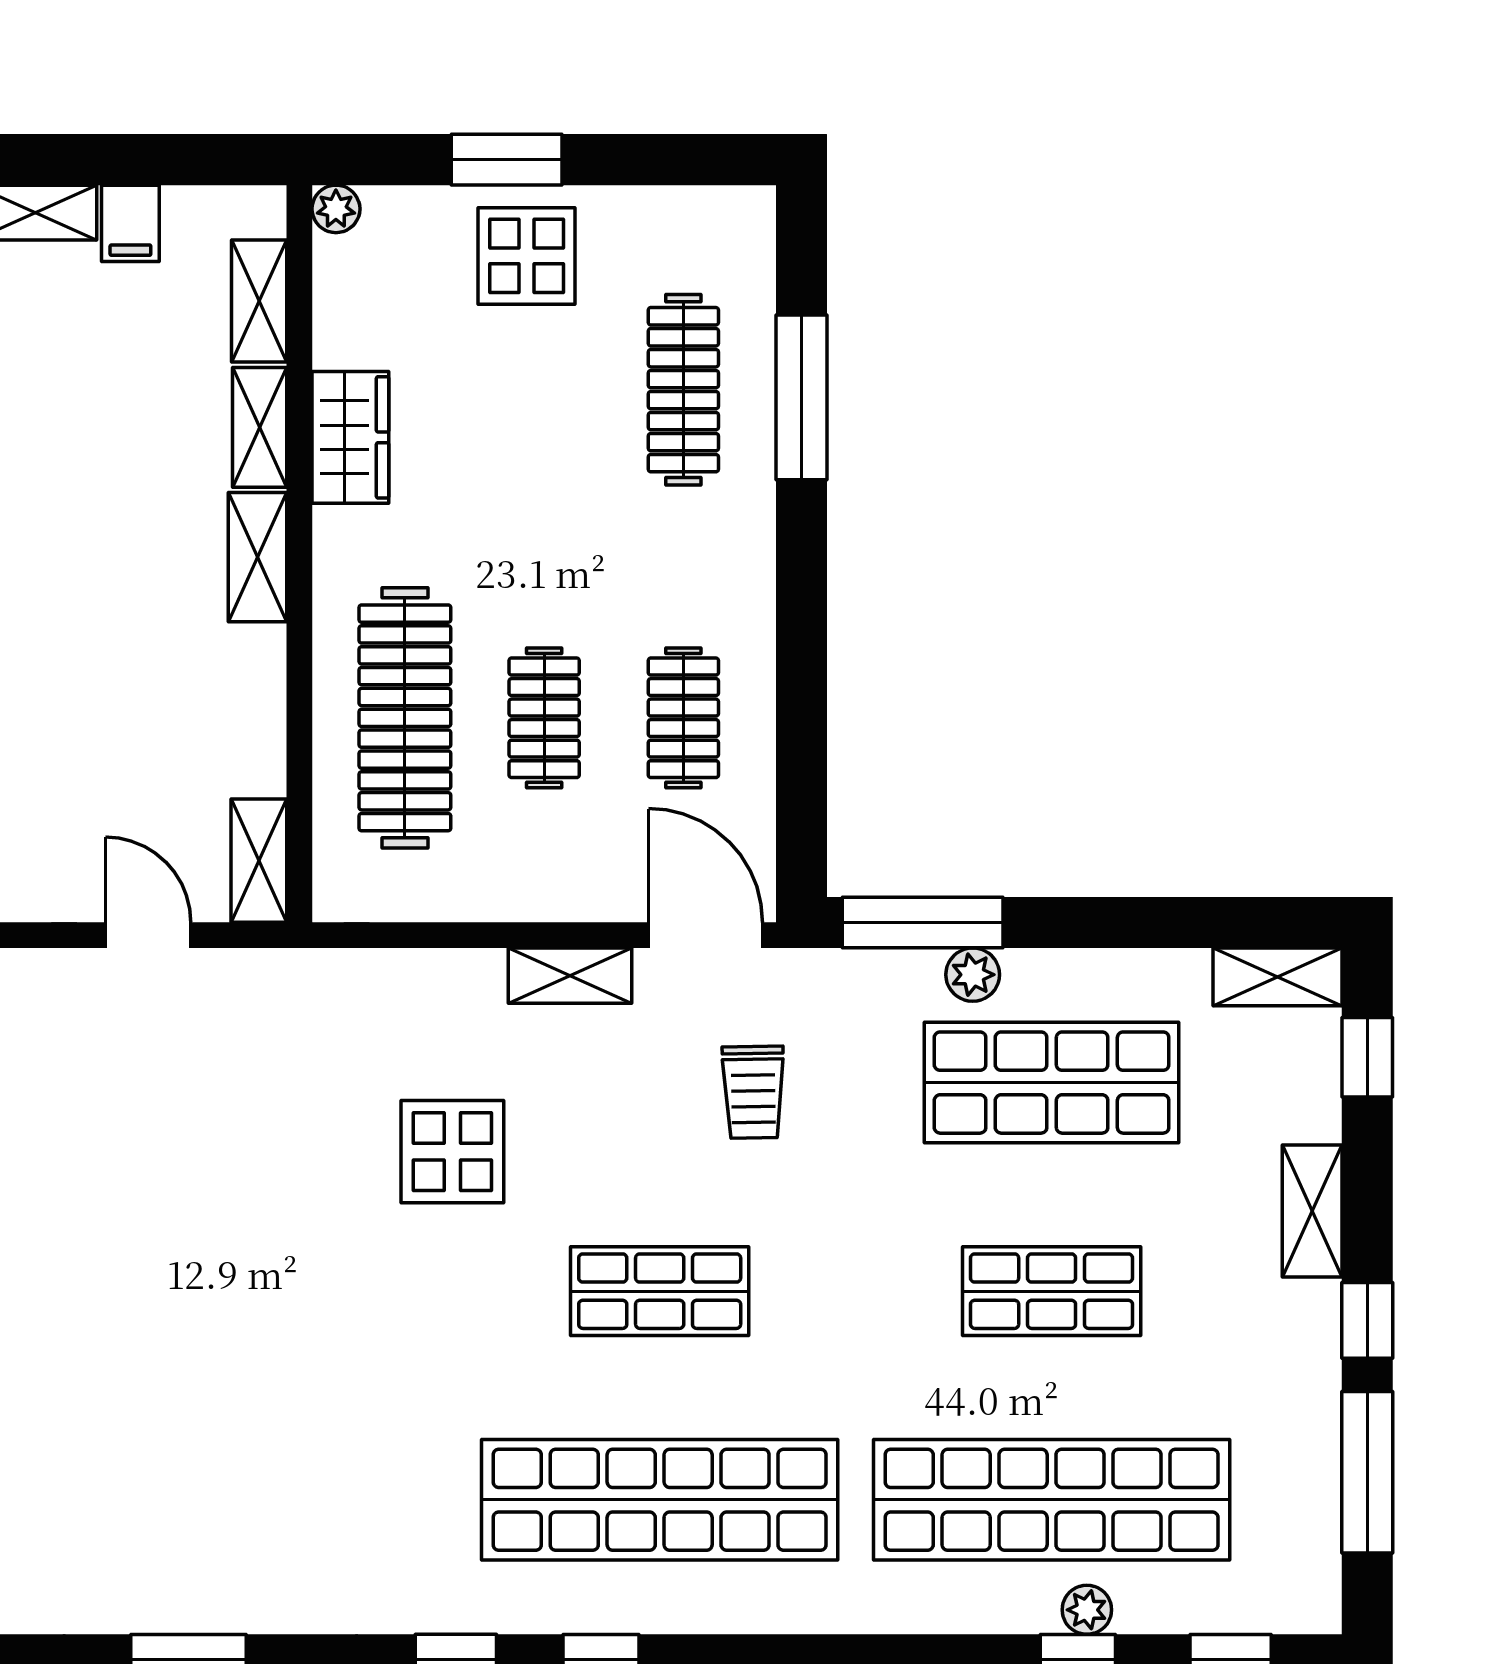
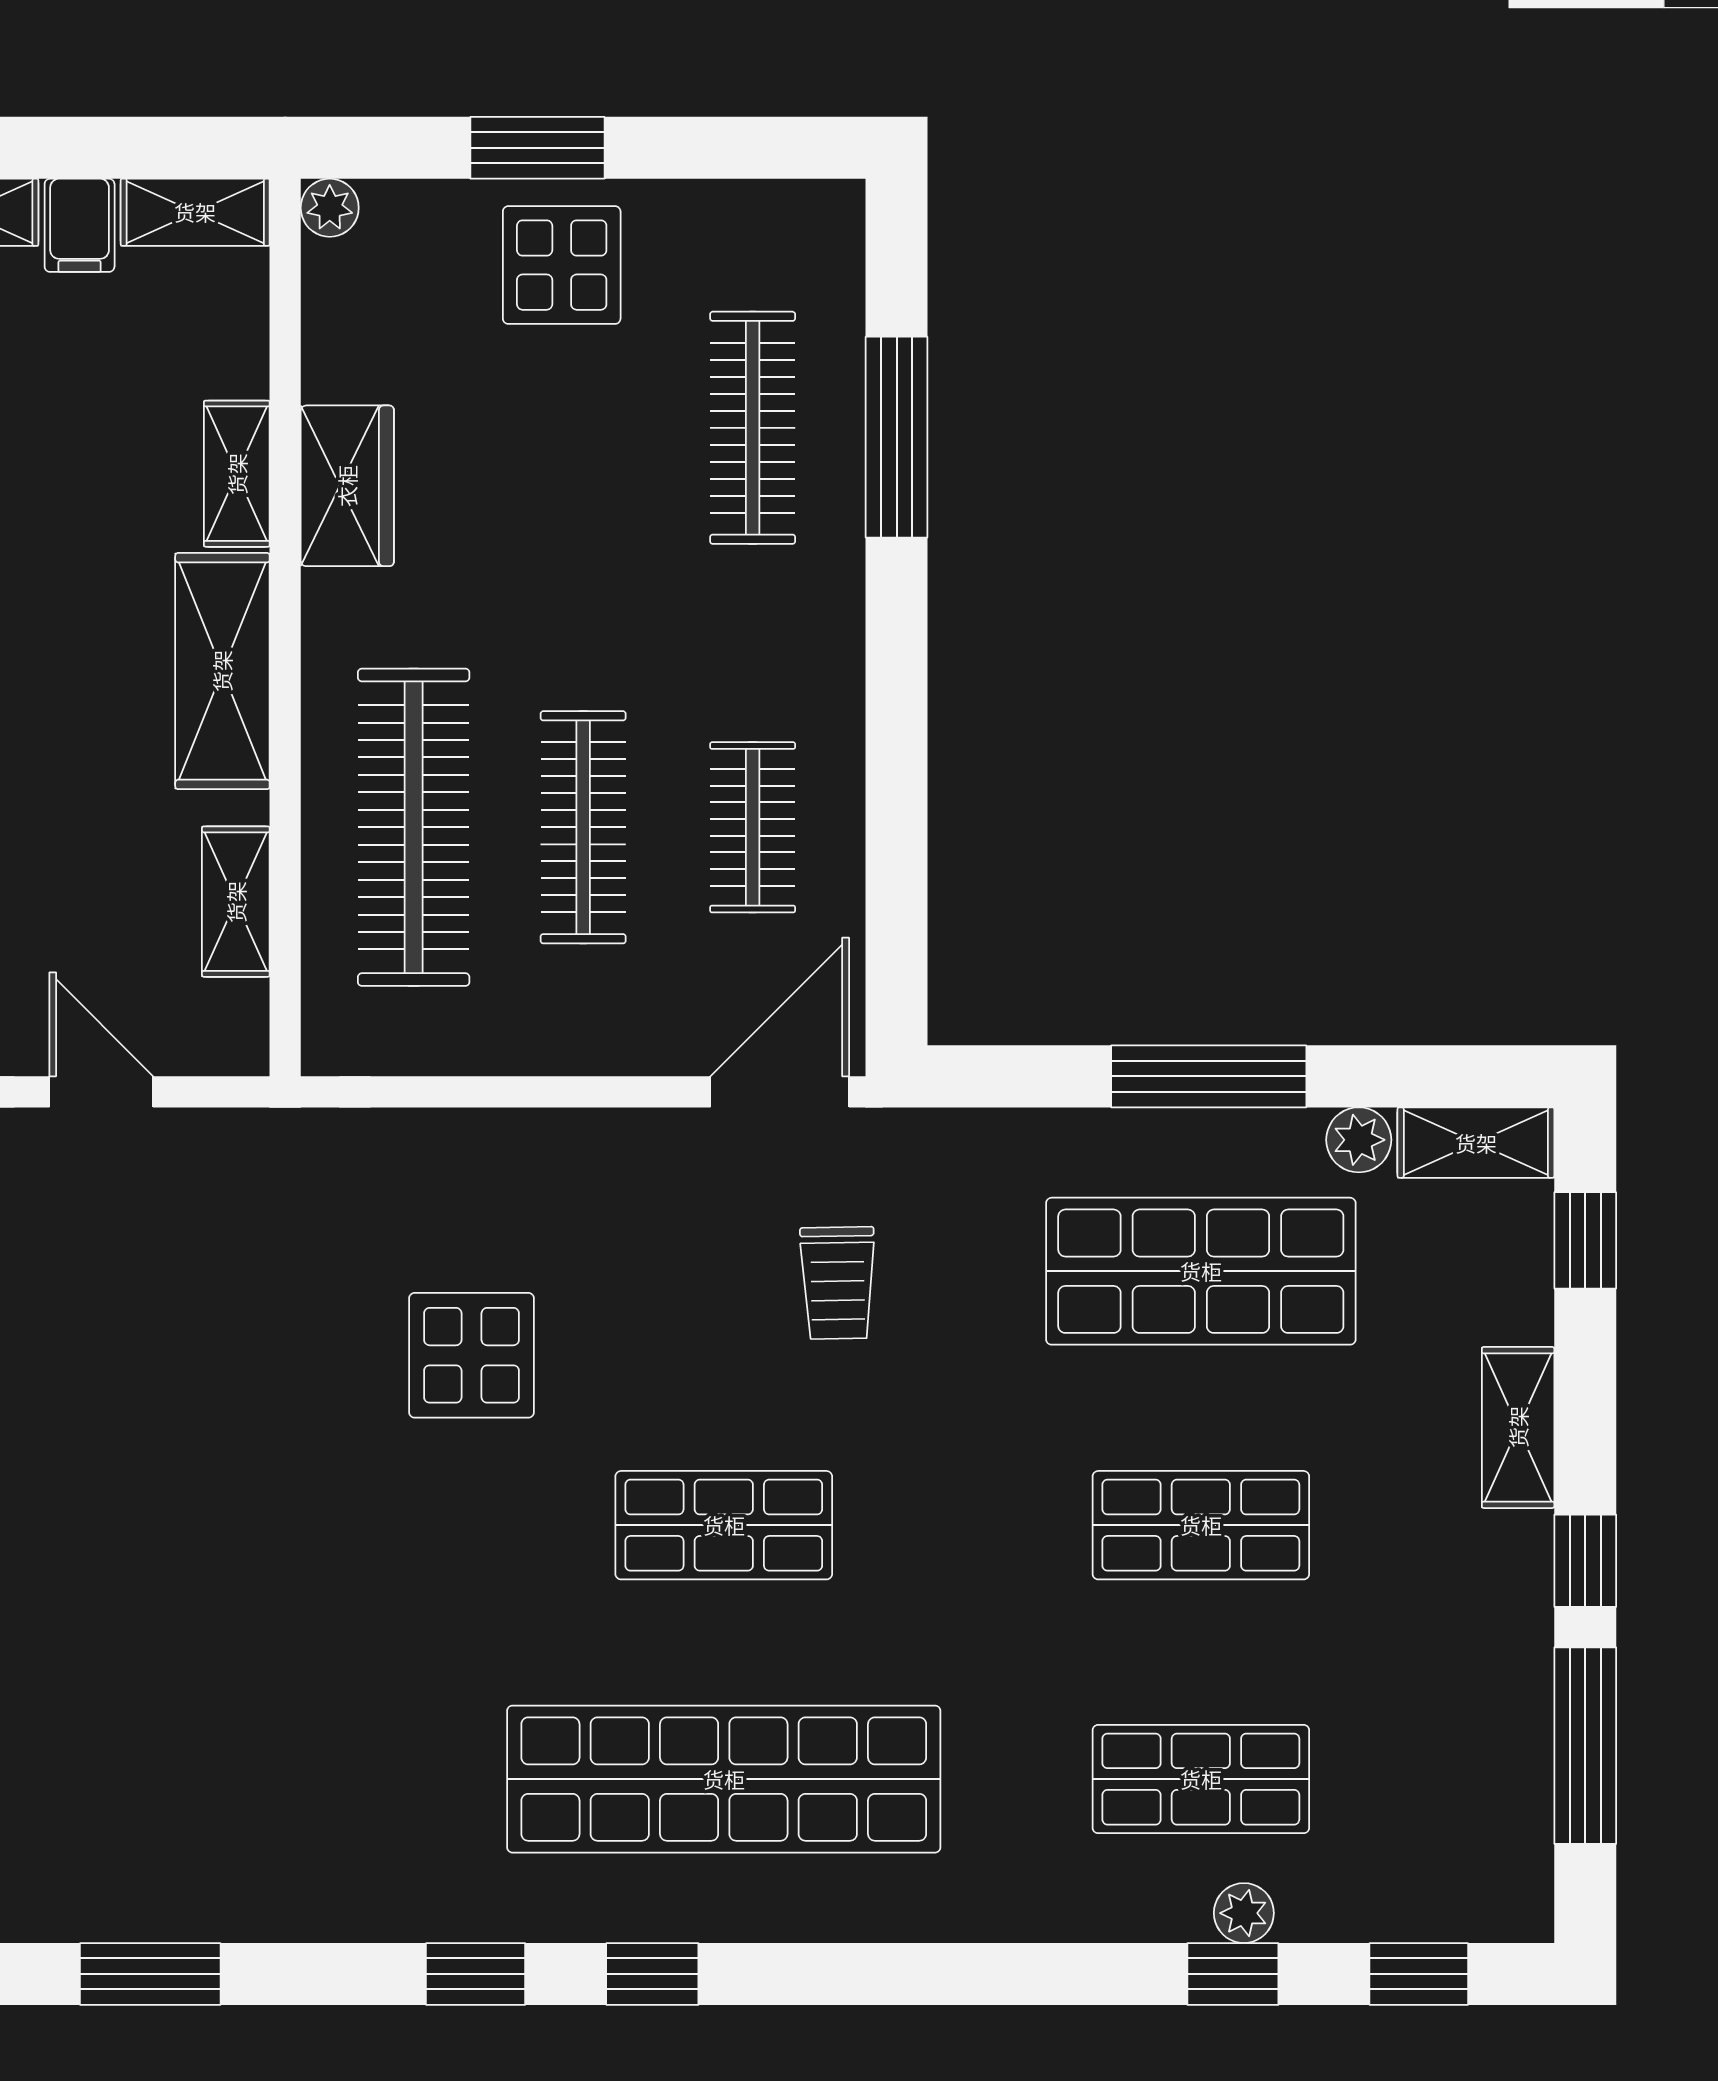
shelving: (259, 301) -> (195, 212), moved, turned 90
shelving: (258, 557) -> (222, 671), width x1.50, depth x1.33
clothes rail: (544, 718) -> (583, 827), width x1.36
shelving: (259, 861) -> (236, 902), moved
window: (923, 922) -> (1209, 1076), moved
door: (706, 935) -> (780, 1092), hinge flipped
plant: (973, 975) -> (1359, 1140), moved
shelving: (570, 976) -> (615, 1141), removed
shop shelf: (1052, 1500) -> (1201, 1779), width x0.50, depth x0.74

